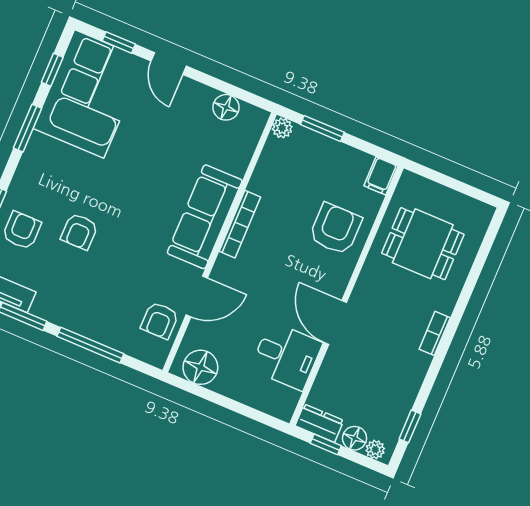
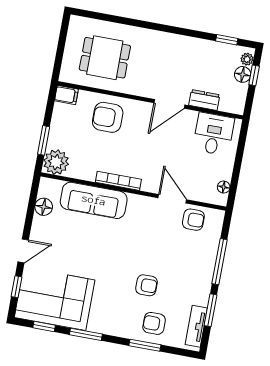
plant: (282, 128) -> (56, 162), width x1.88, depth x1.88
sofa: (205, 217) -> (94, 200), moved
dining table: (423, 244) -> (105, 58), turned 90
bookcase: (435, 333) -> (162, 37), removed
desk: (286, 356) -> (214, 134), moved
floor lamp: (200, 367) -> (224, 187), width x0.53, depth x0.53
dresser: (319, 423) -> (204, 100), moved, turned 90
window: (326, 444) -> (254, 75), moved

